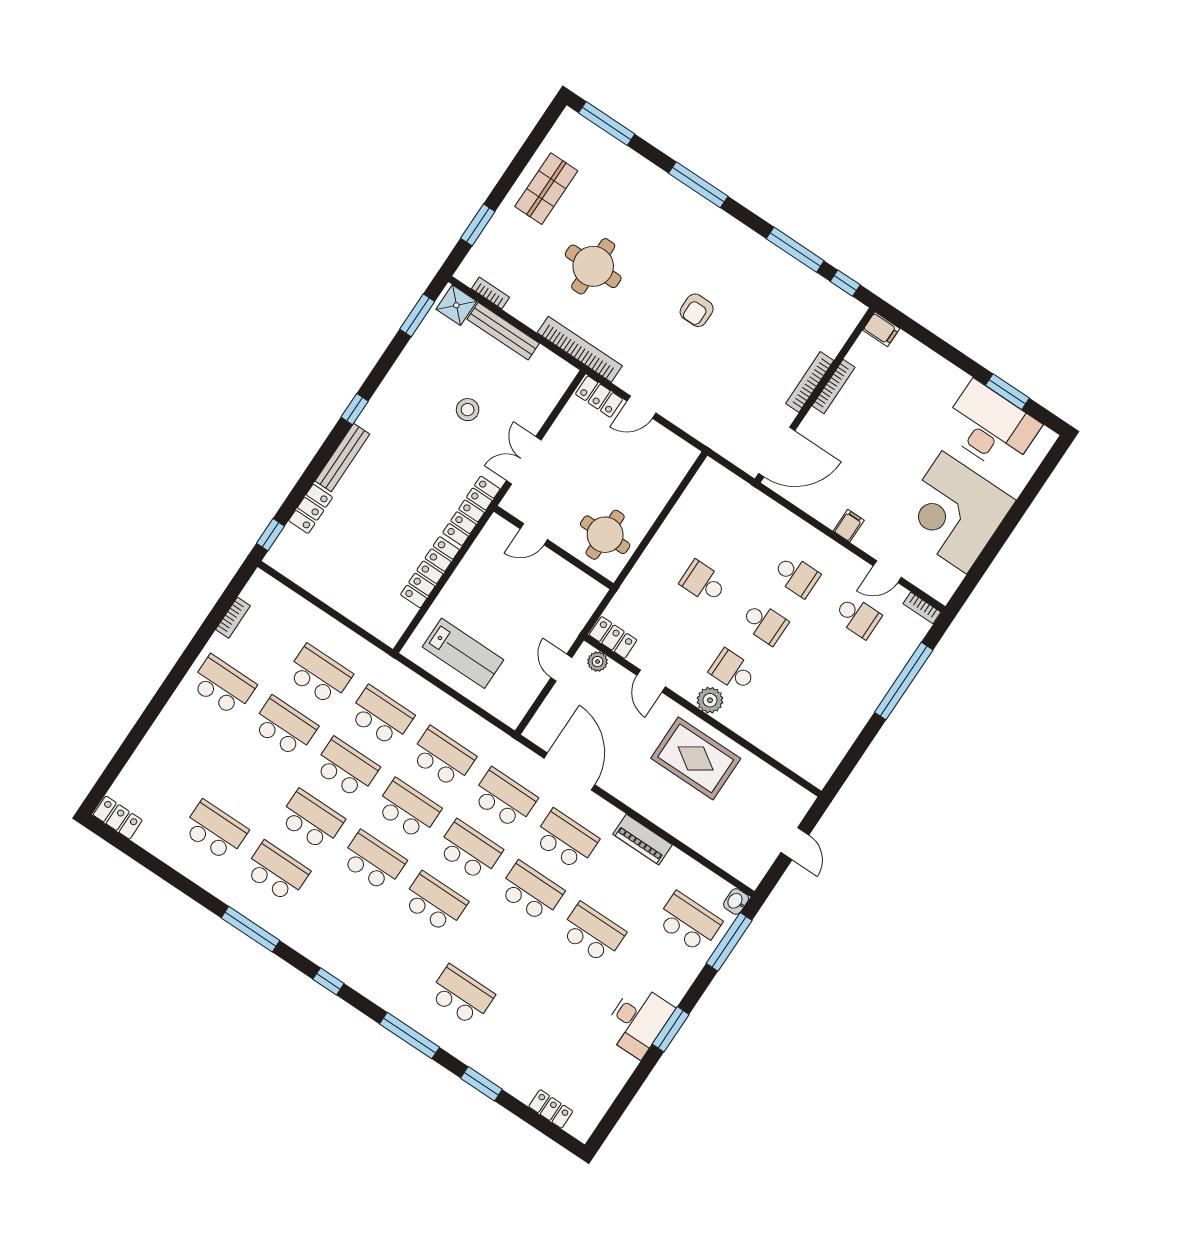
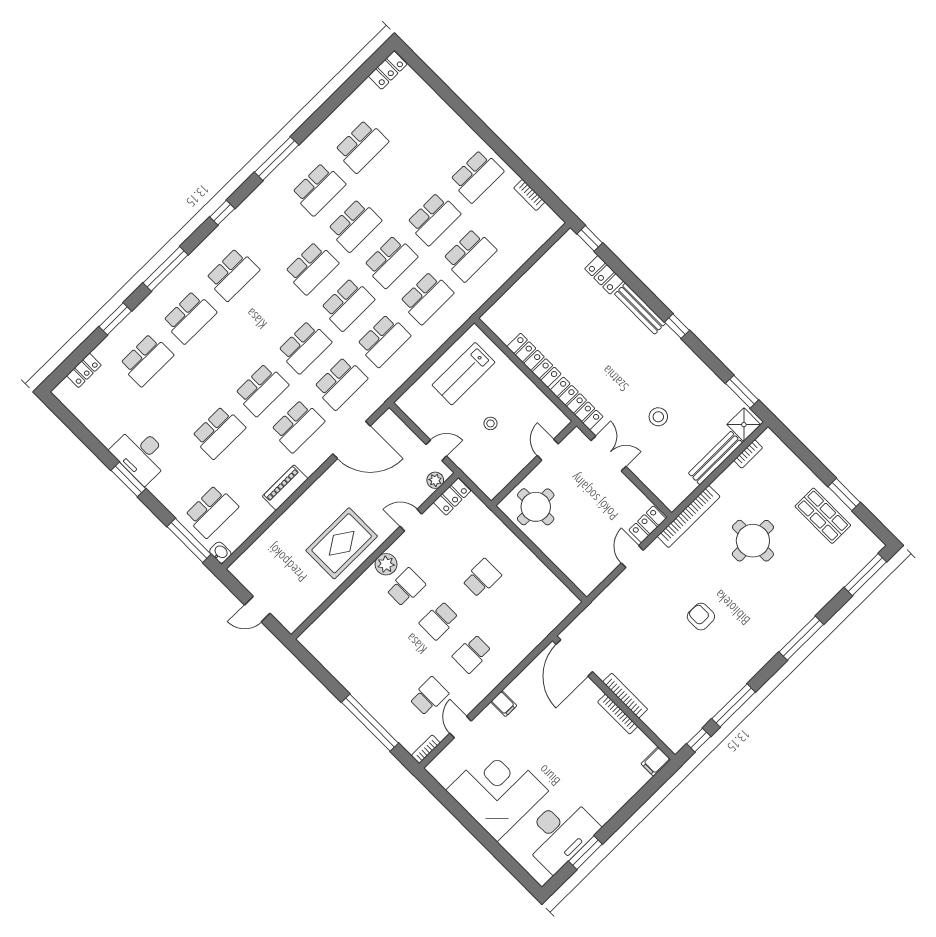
window: (478, 225) -> (844, 494), moved
stool: (516, 609) -> (491, 423), added
school desk: (858, 617) -> (429, 696), turned 180
school desk: (435, 902) -> (232, 274), moved
school desk: (523, 1037) -> (146, 360), added

